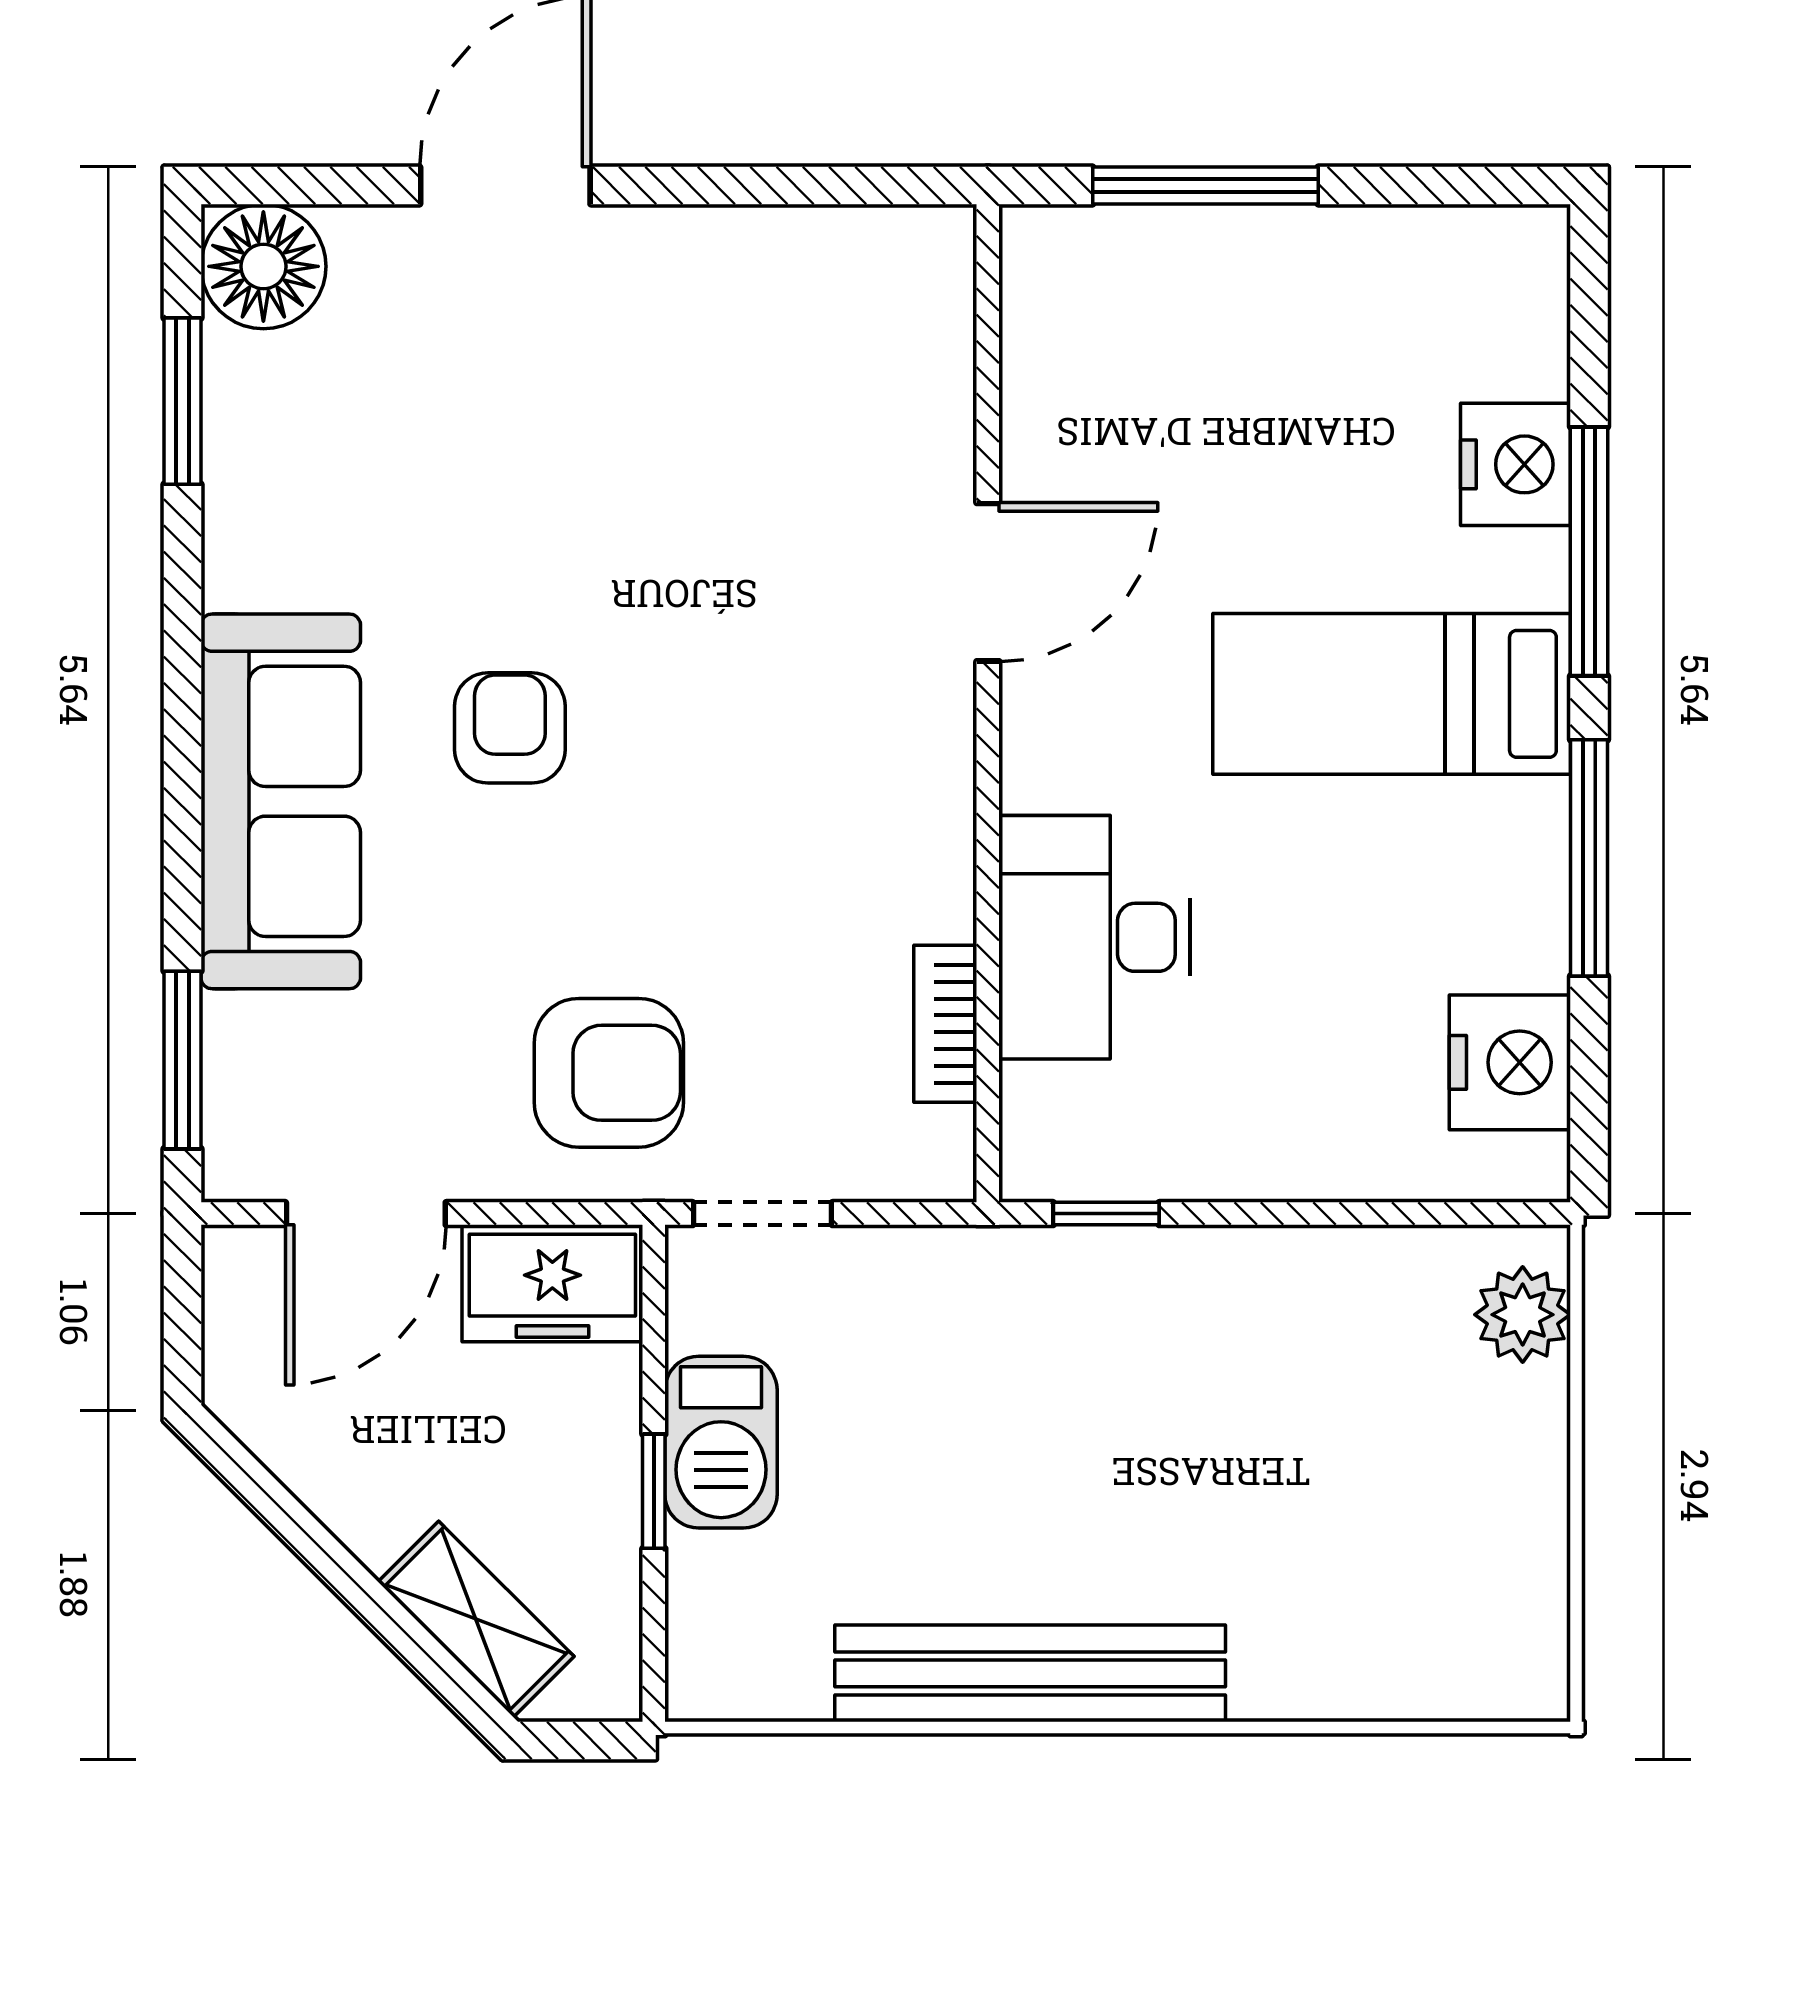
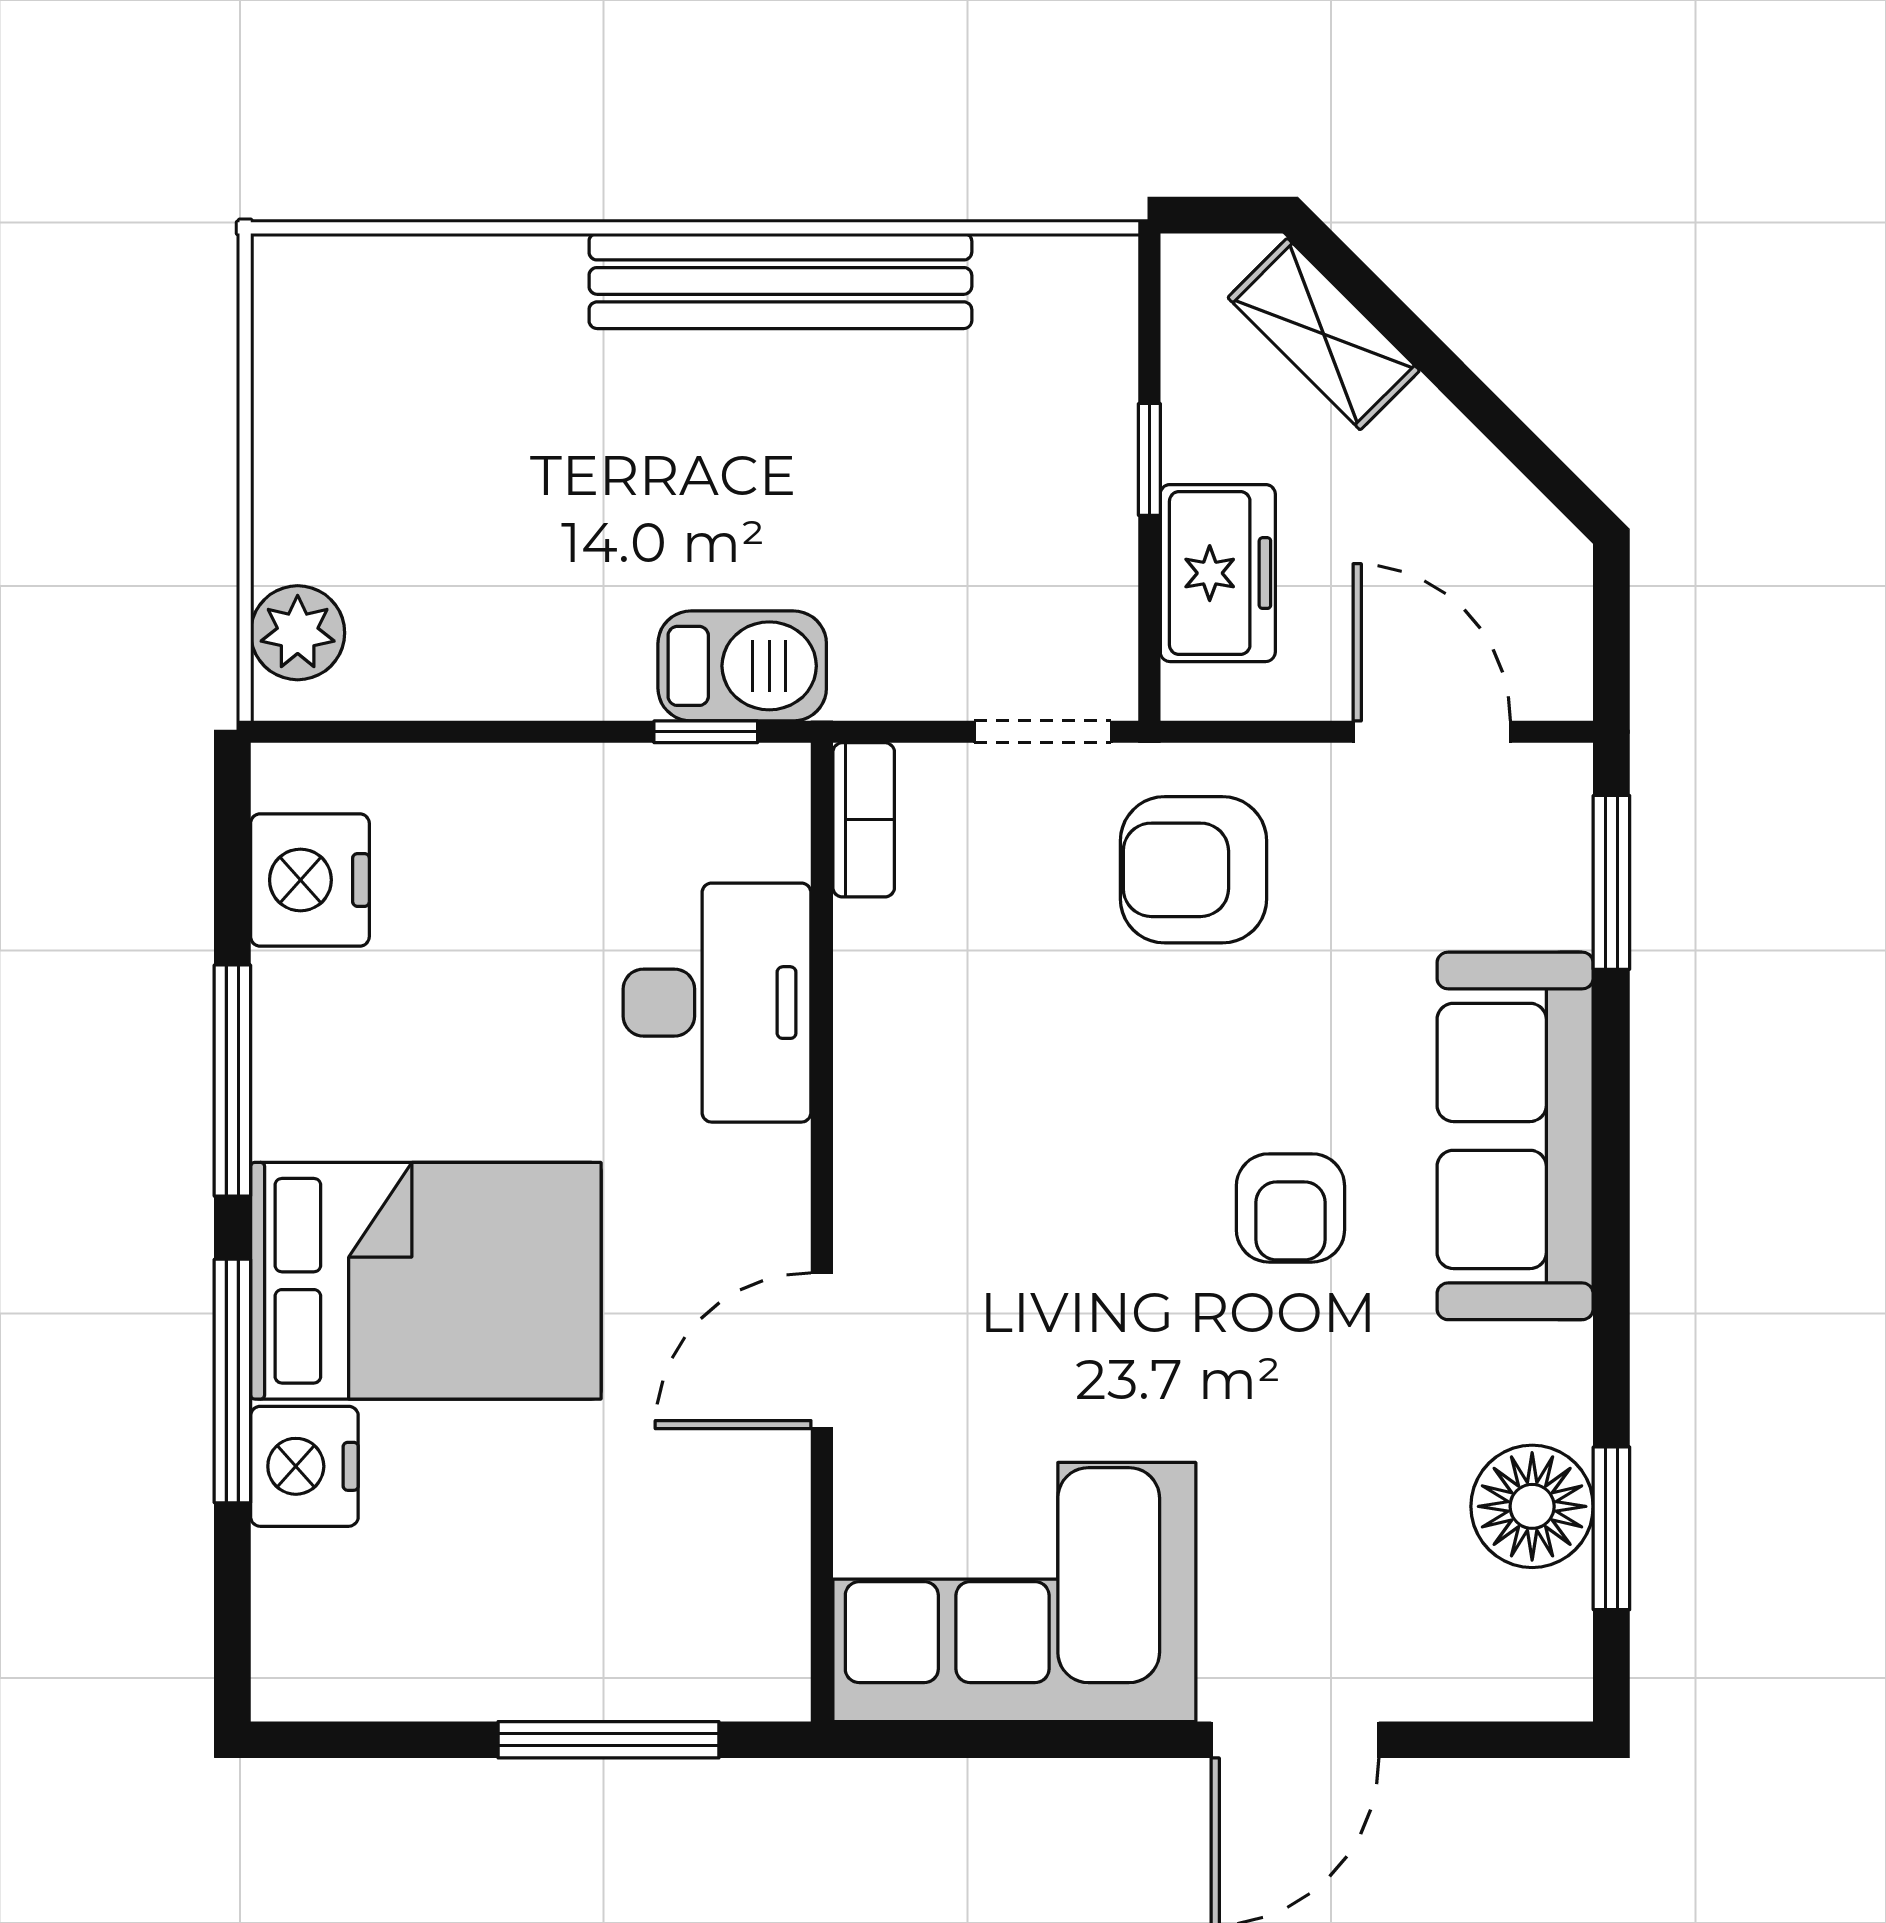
floor lamp: (263, 266) -> (1532, 1506), moved
corner sofa: (792, 336) -> (1014, 1592), added
bed: (1392, 694) -> (426, 1281), width x1.50
bookcase: (945, 1024) -> (864, 820), moved
door: (366, 1214) -> (1432, 732), hinge flipped
freezer: (552, 1283) -> (1218, 573), moved, turned 90
barbecue: (721, 1442) -> (742, 666), moved, turned 90

